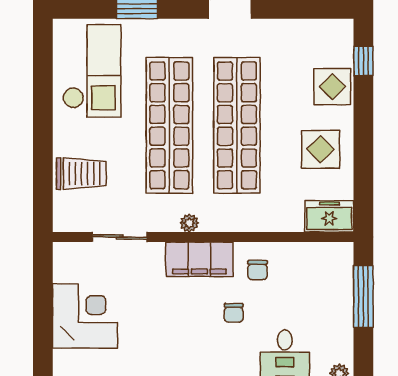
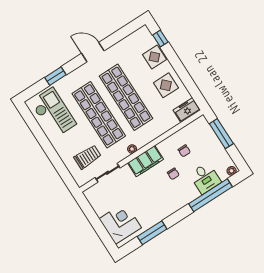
trolley: (81, 174) -> (88, 157), moved
chair: (258, 270) -> (184, 151), moved
corner desk: (85, 316) -> (120, 223), moved

